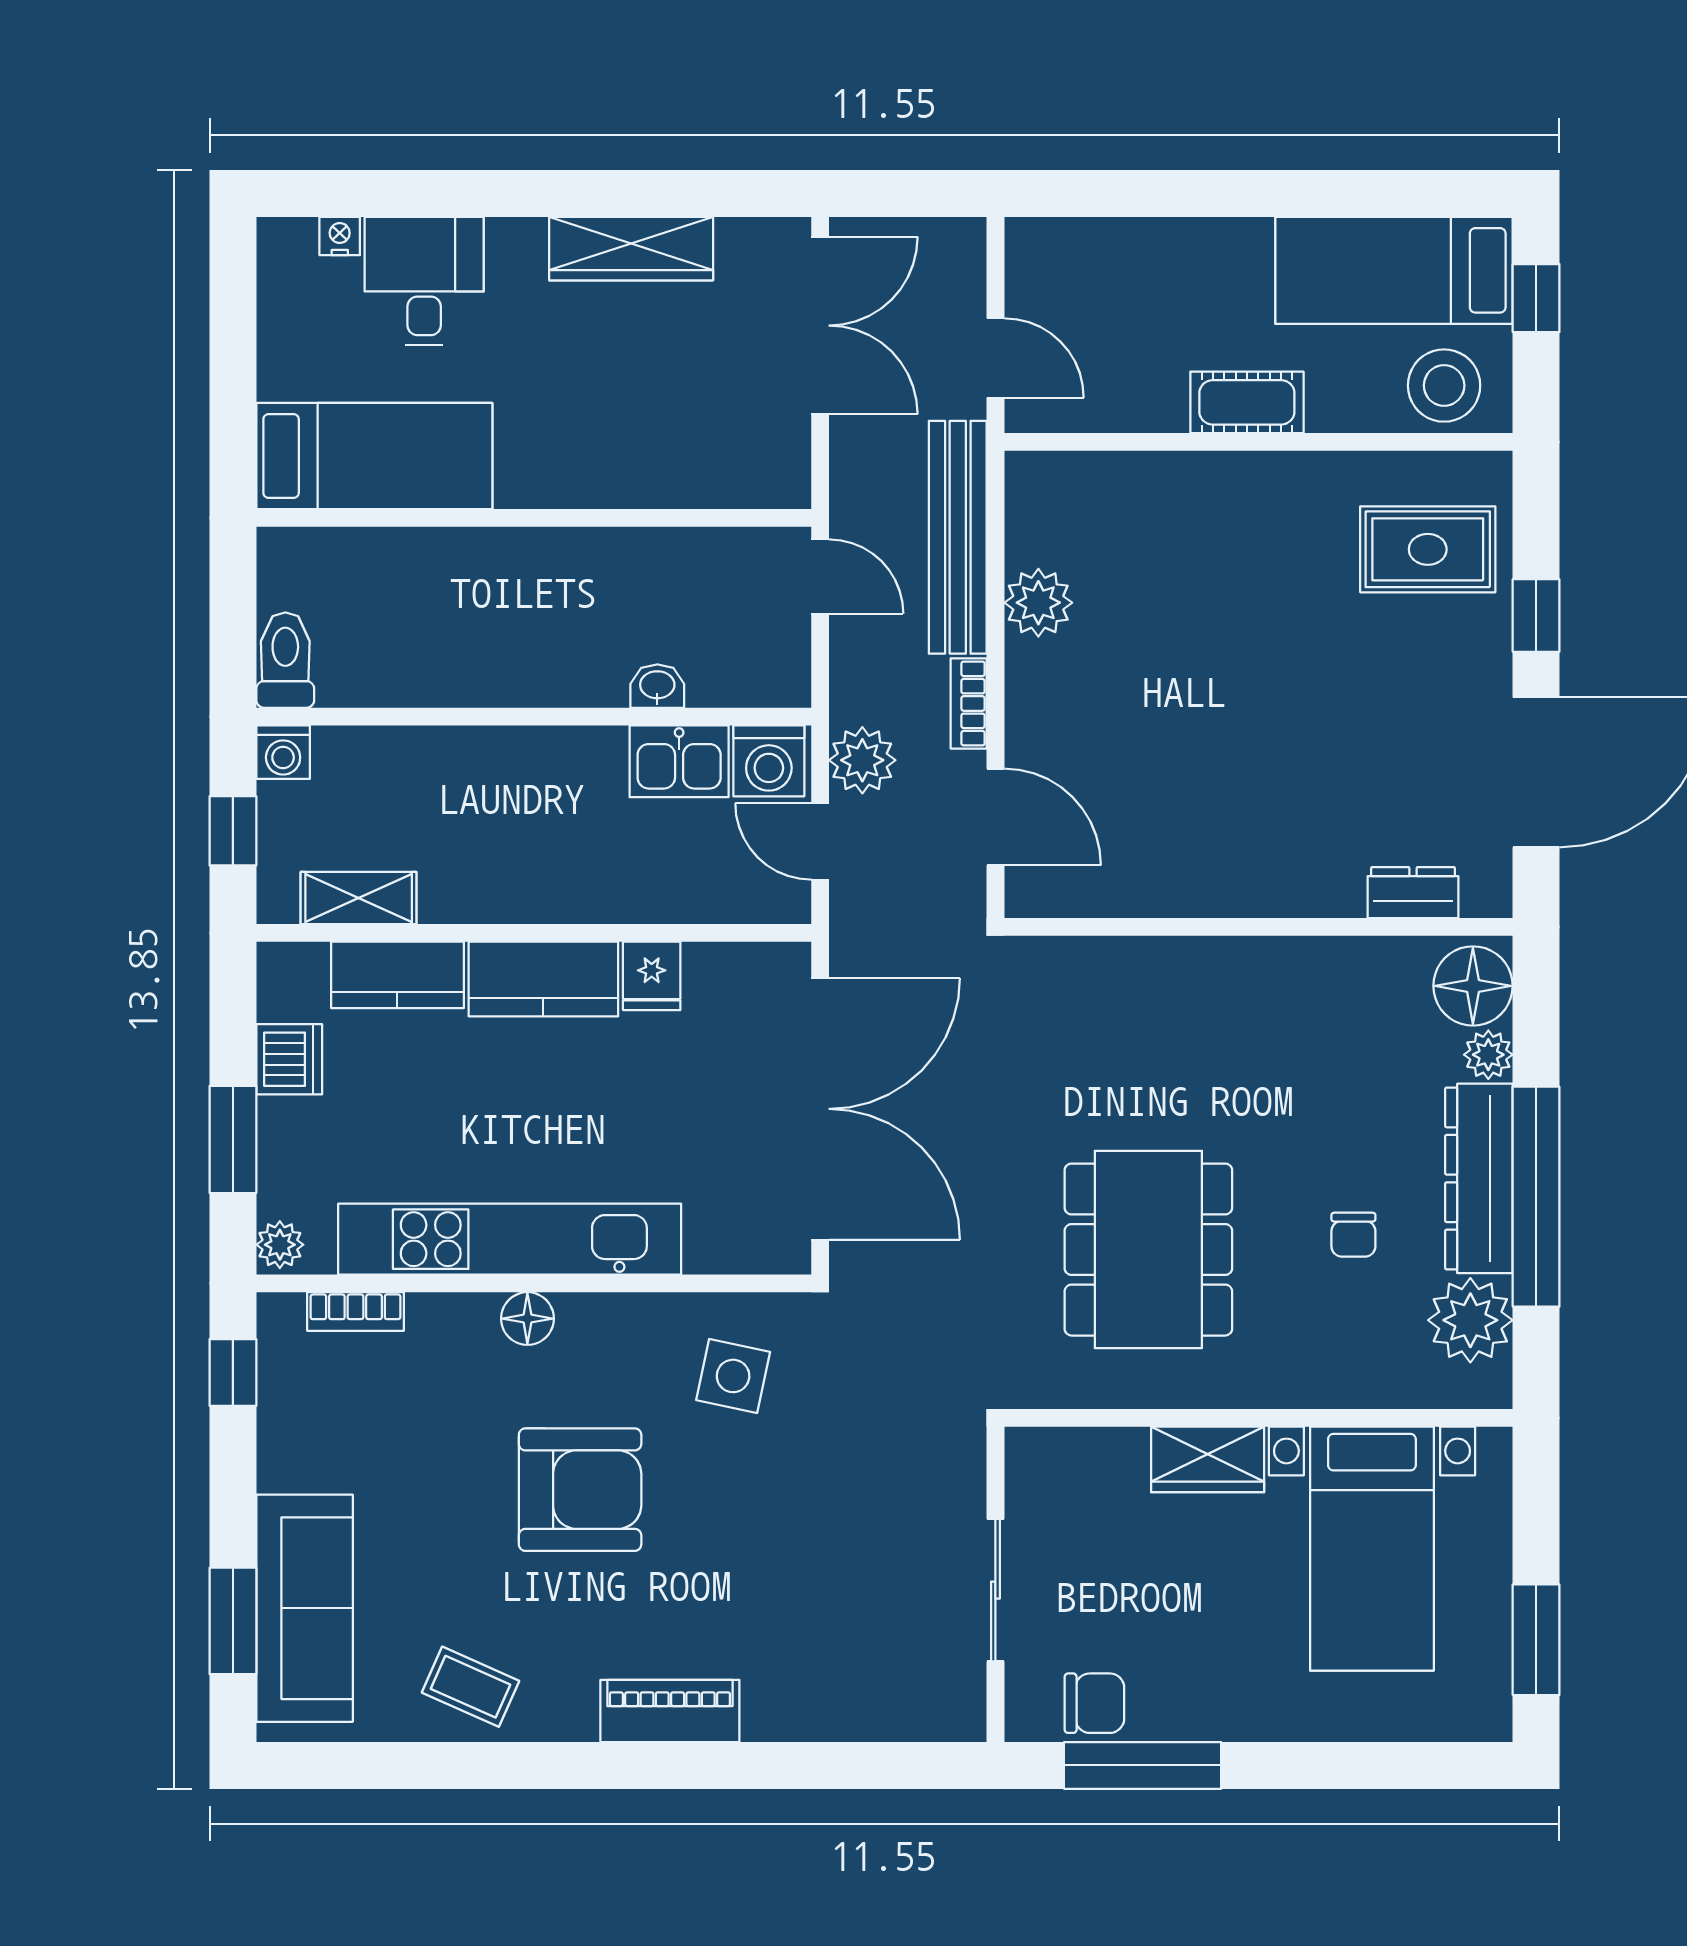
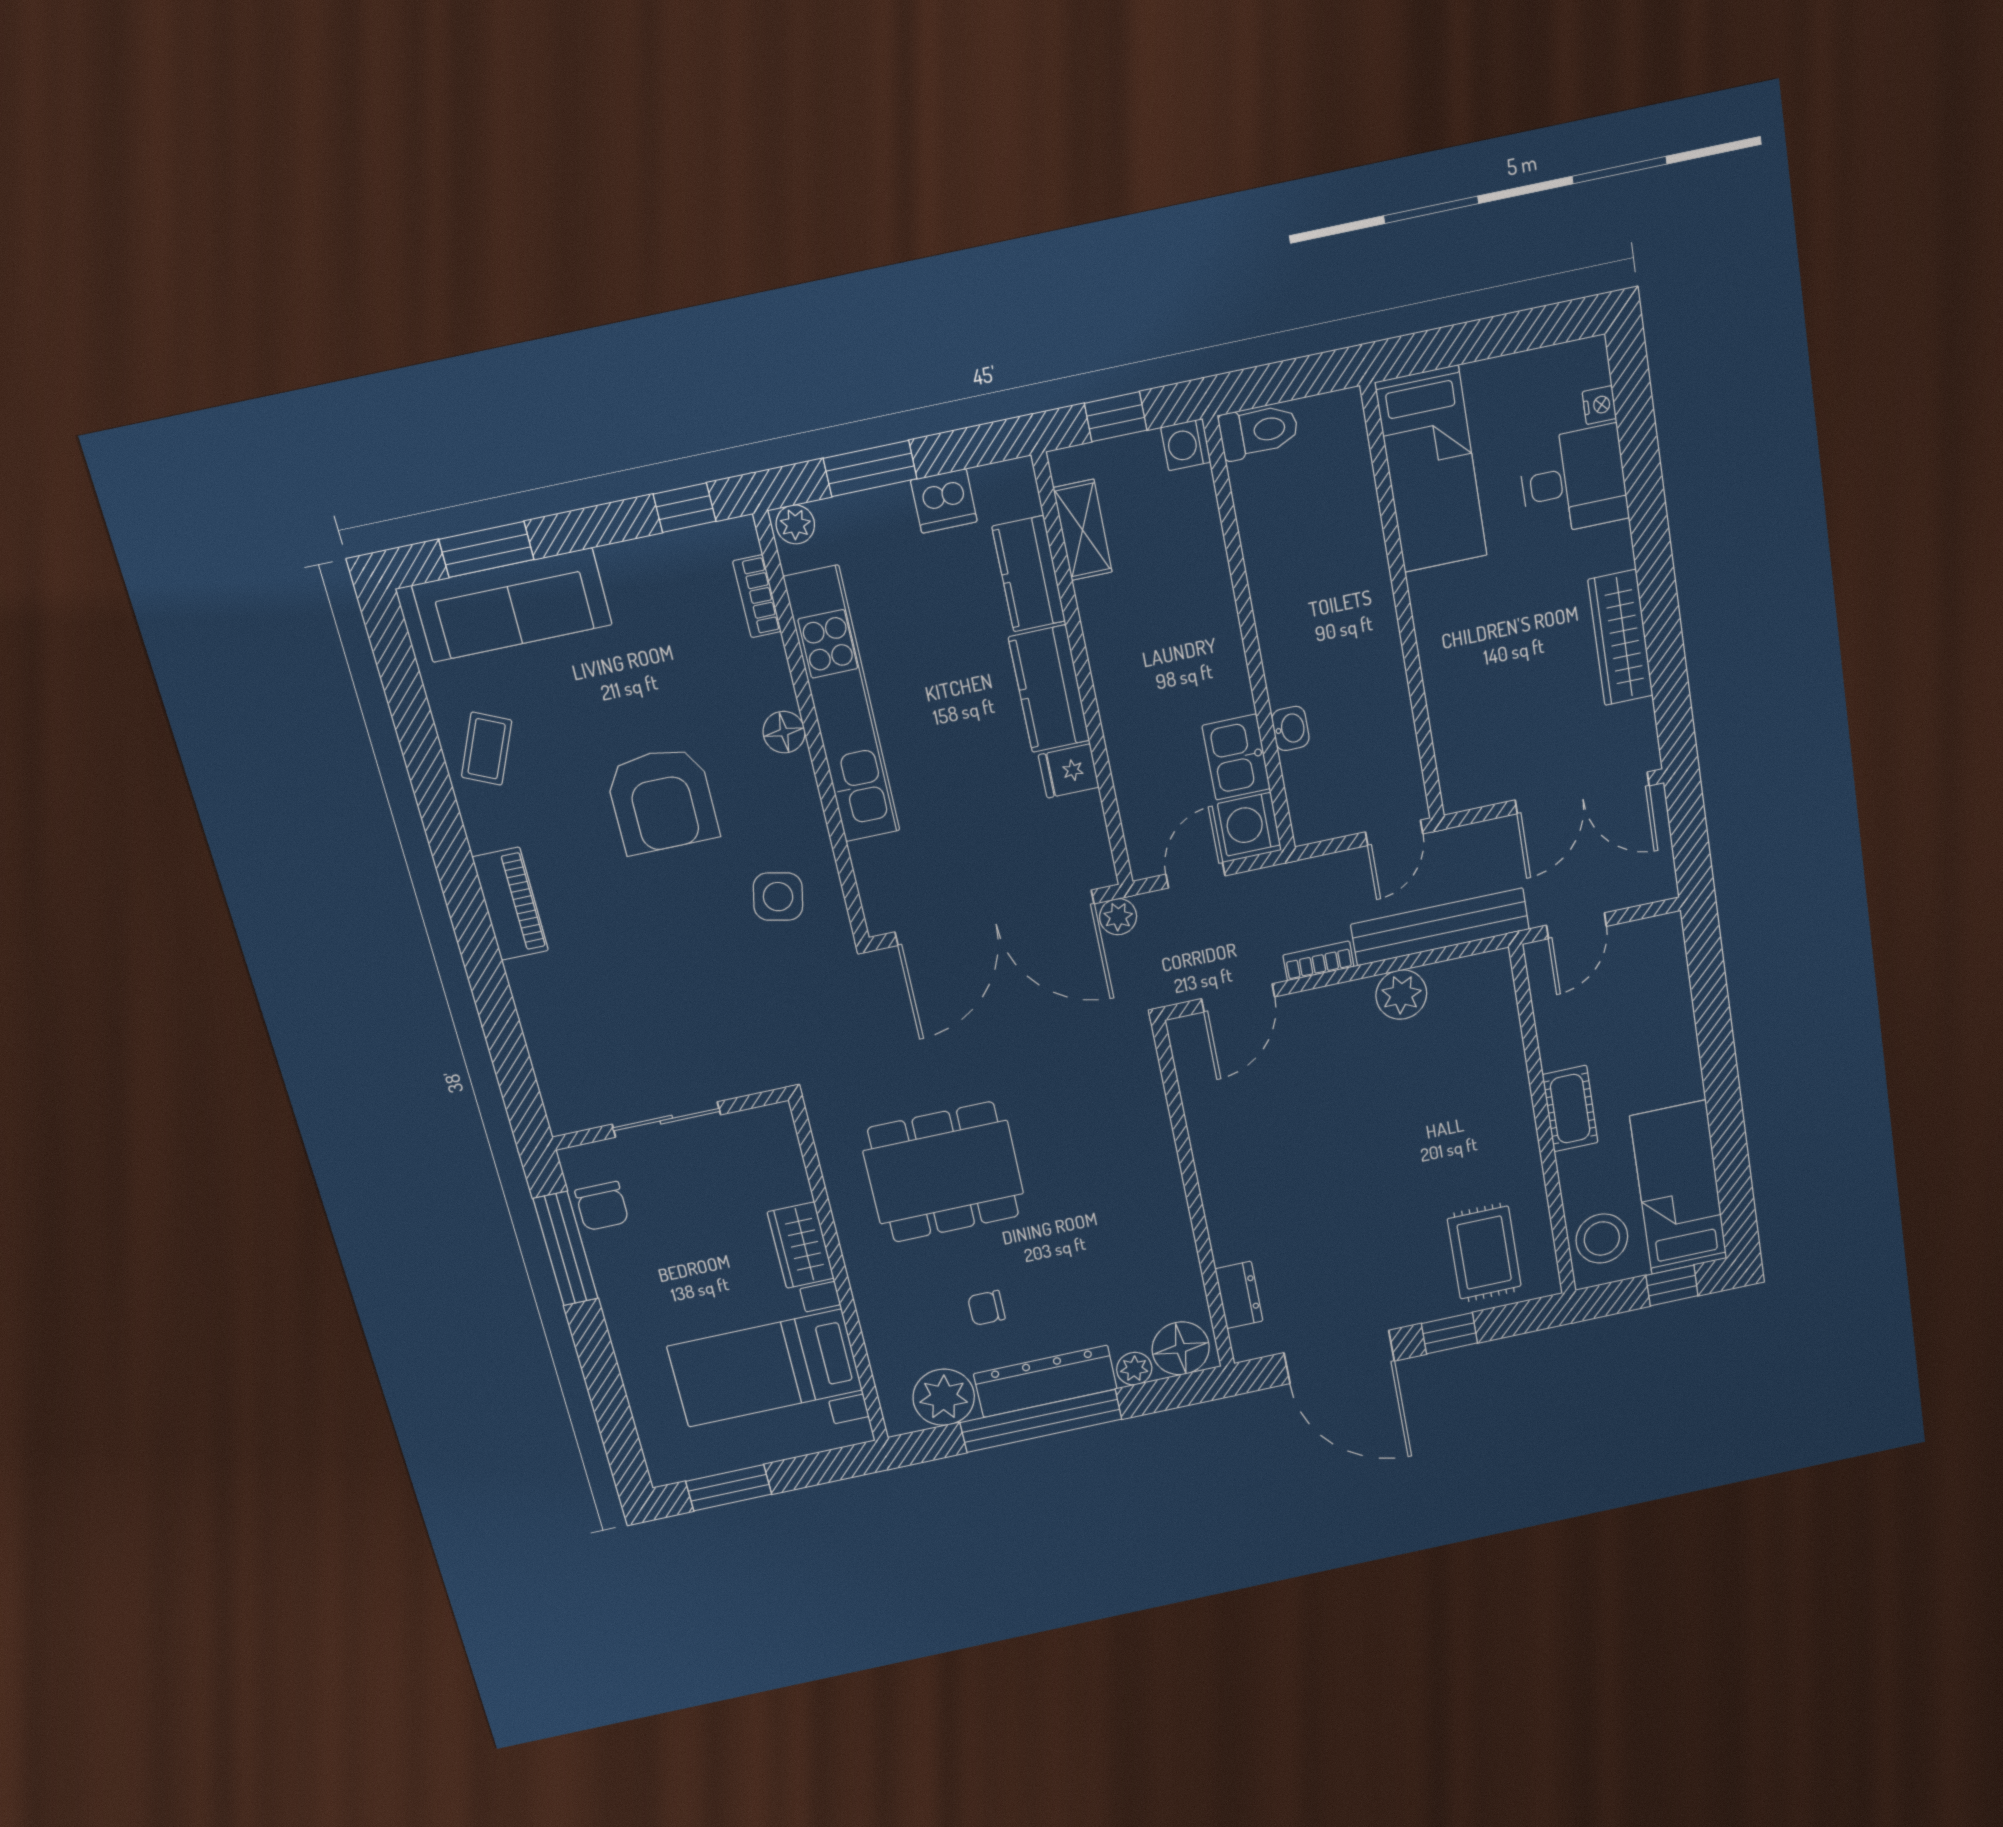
plant: (862, 760) -> (1118, 917), moved, width x0.73, depth x0.73

